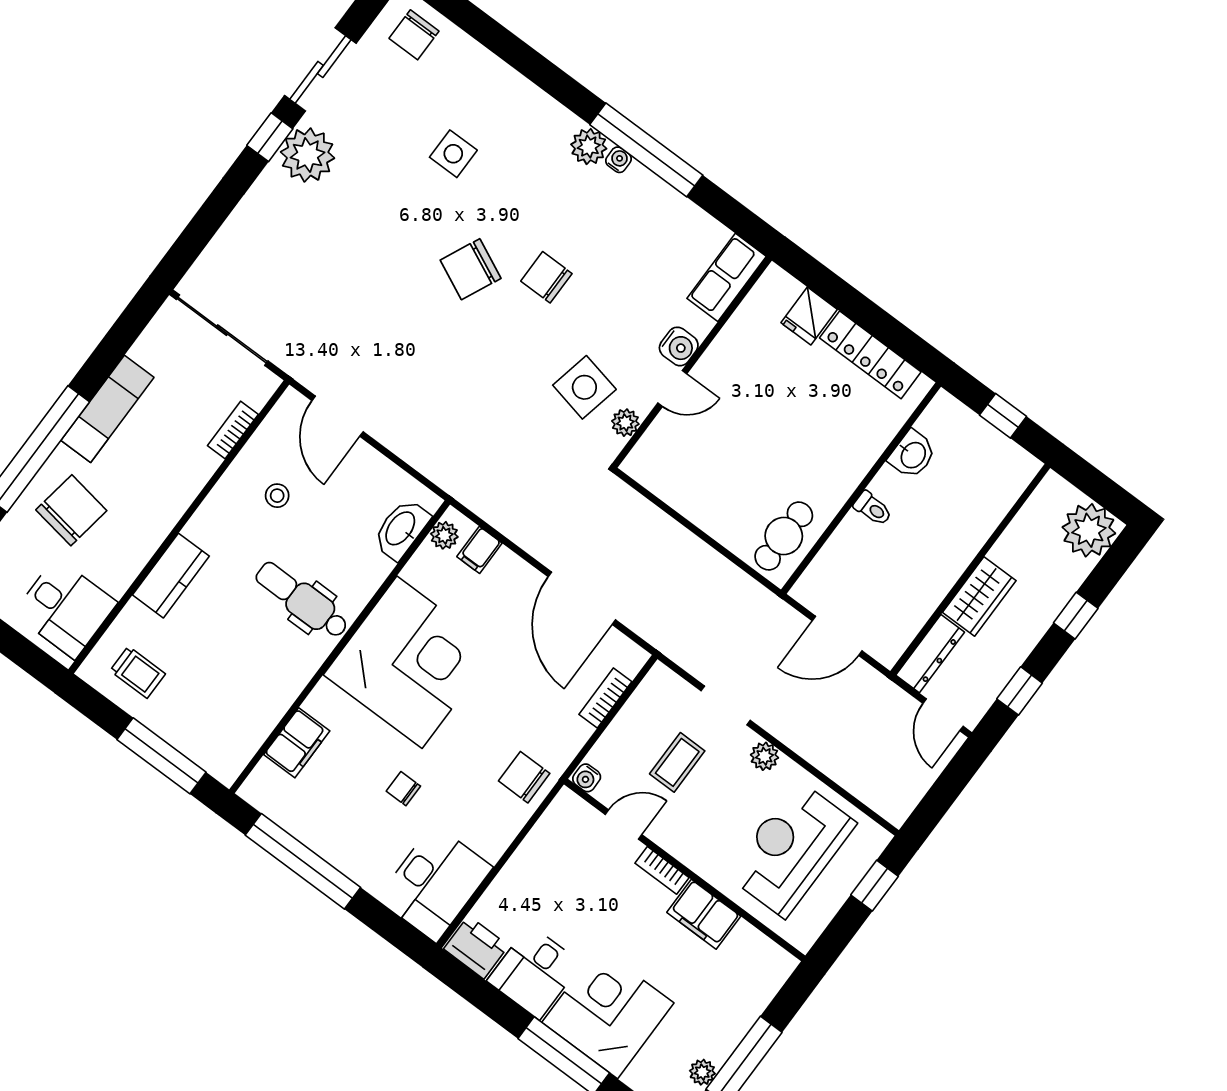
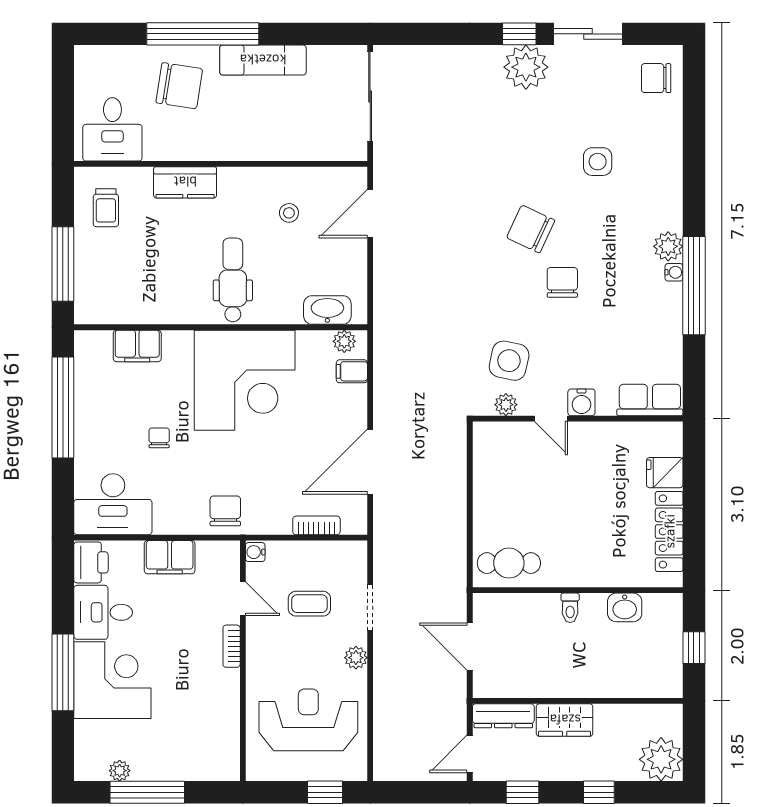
bookcase: (233, 430) -> (310, 152), removed
filing cabinet: (704, 914) -> (170, 557), moved, turned -90

